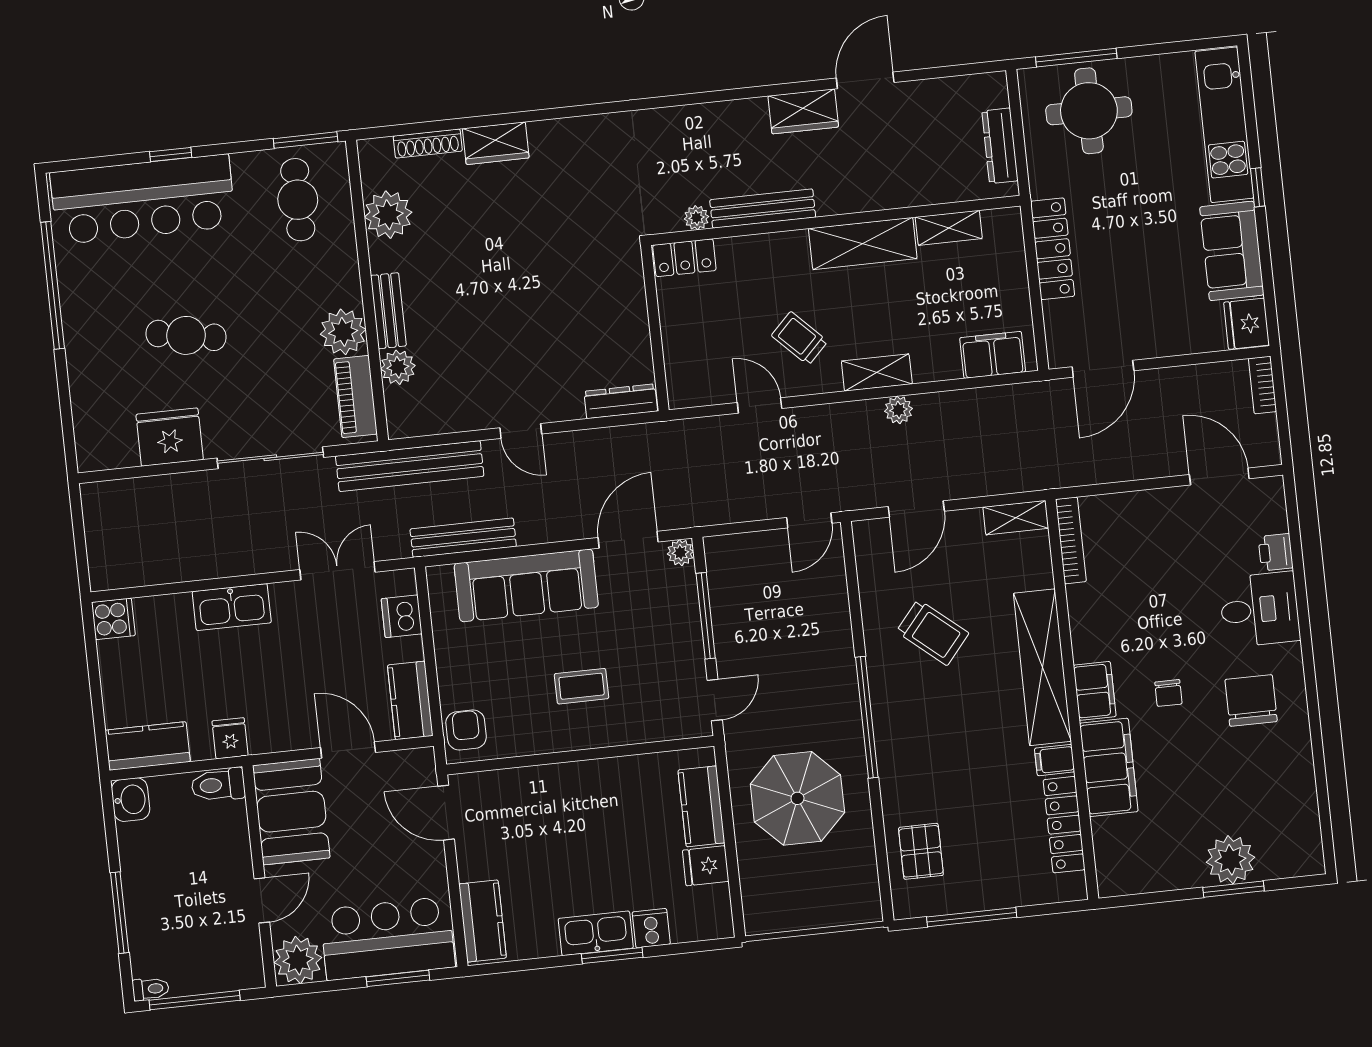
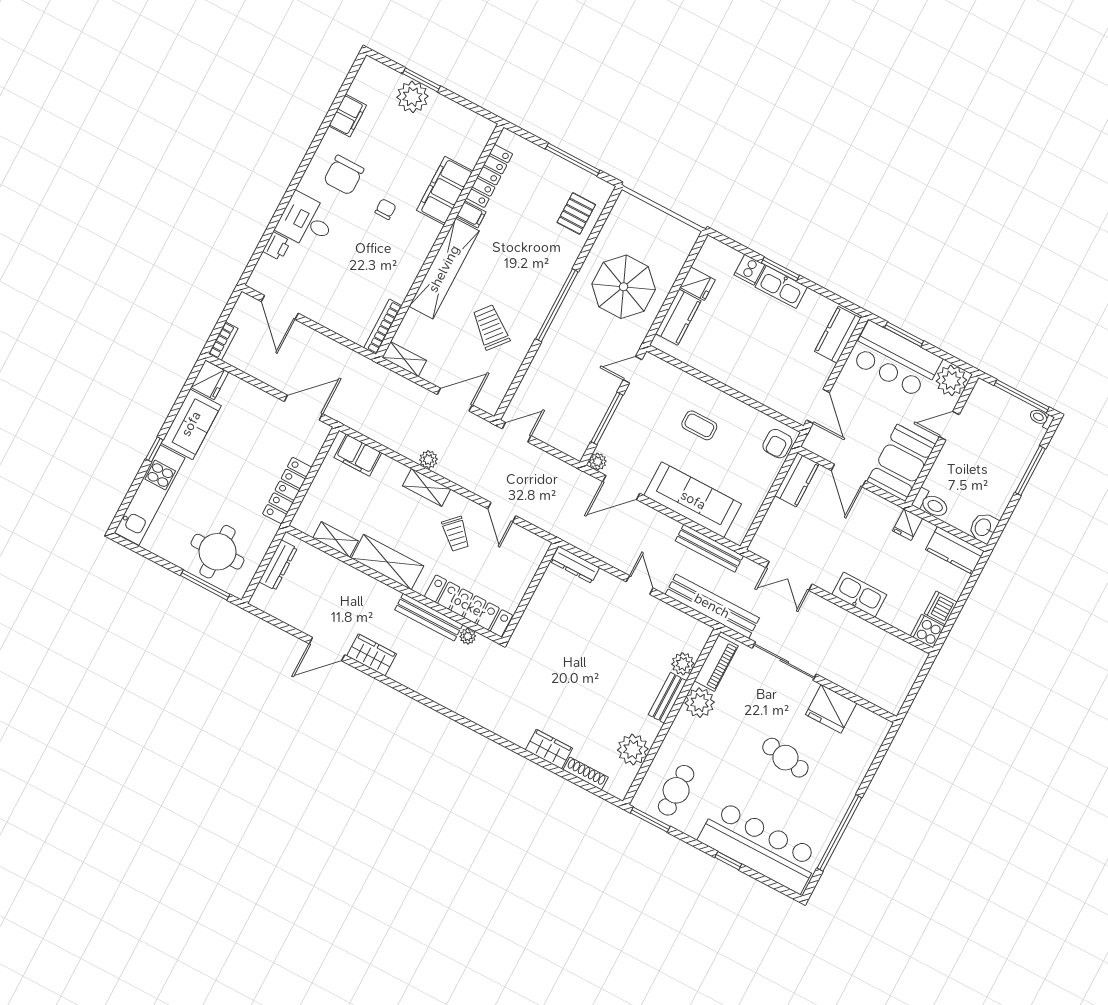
locker: (684, 258) -> (468, 606), width x2.16, depth x1.21
dishwasher: (402, 616) -> (941, 608), moved, turned 180
filing cabinet: (1095, 691) -> (348, 116), moved, turned 180

